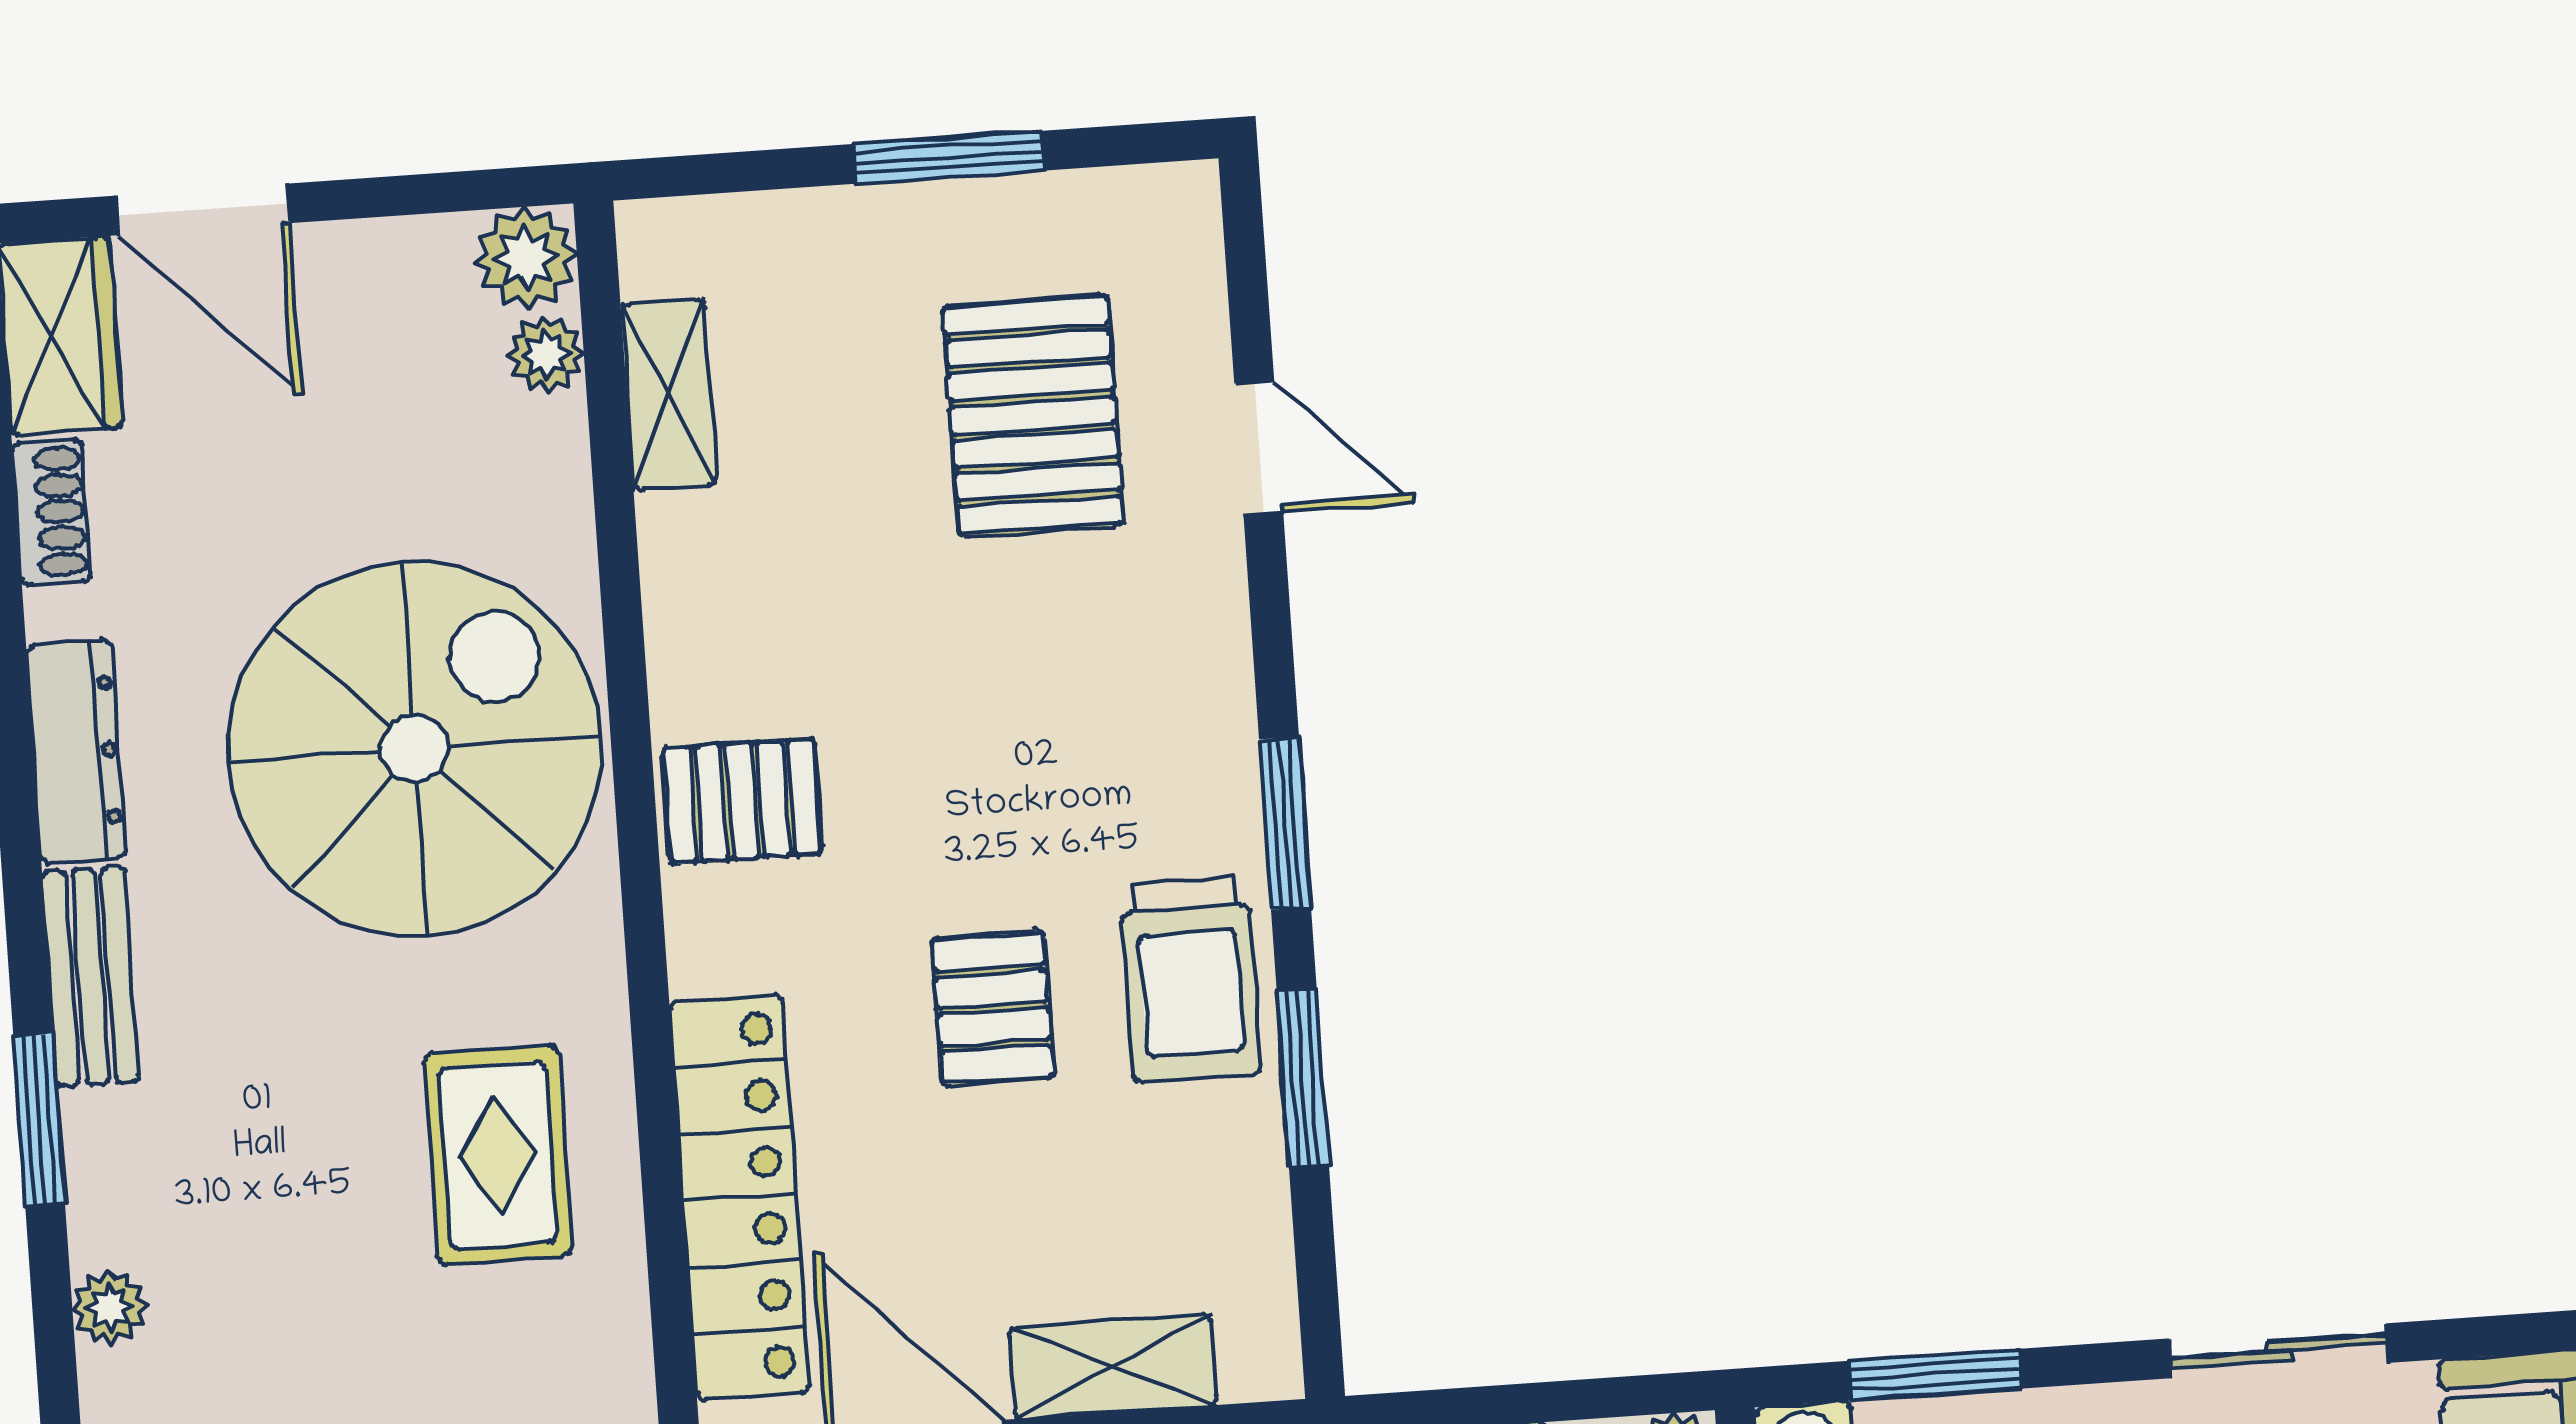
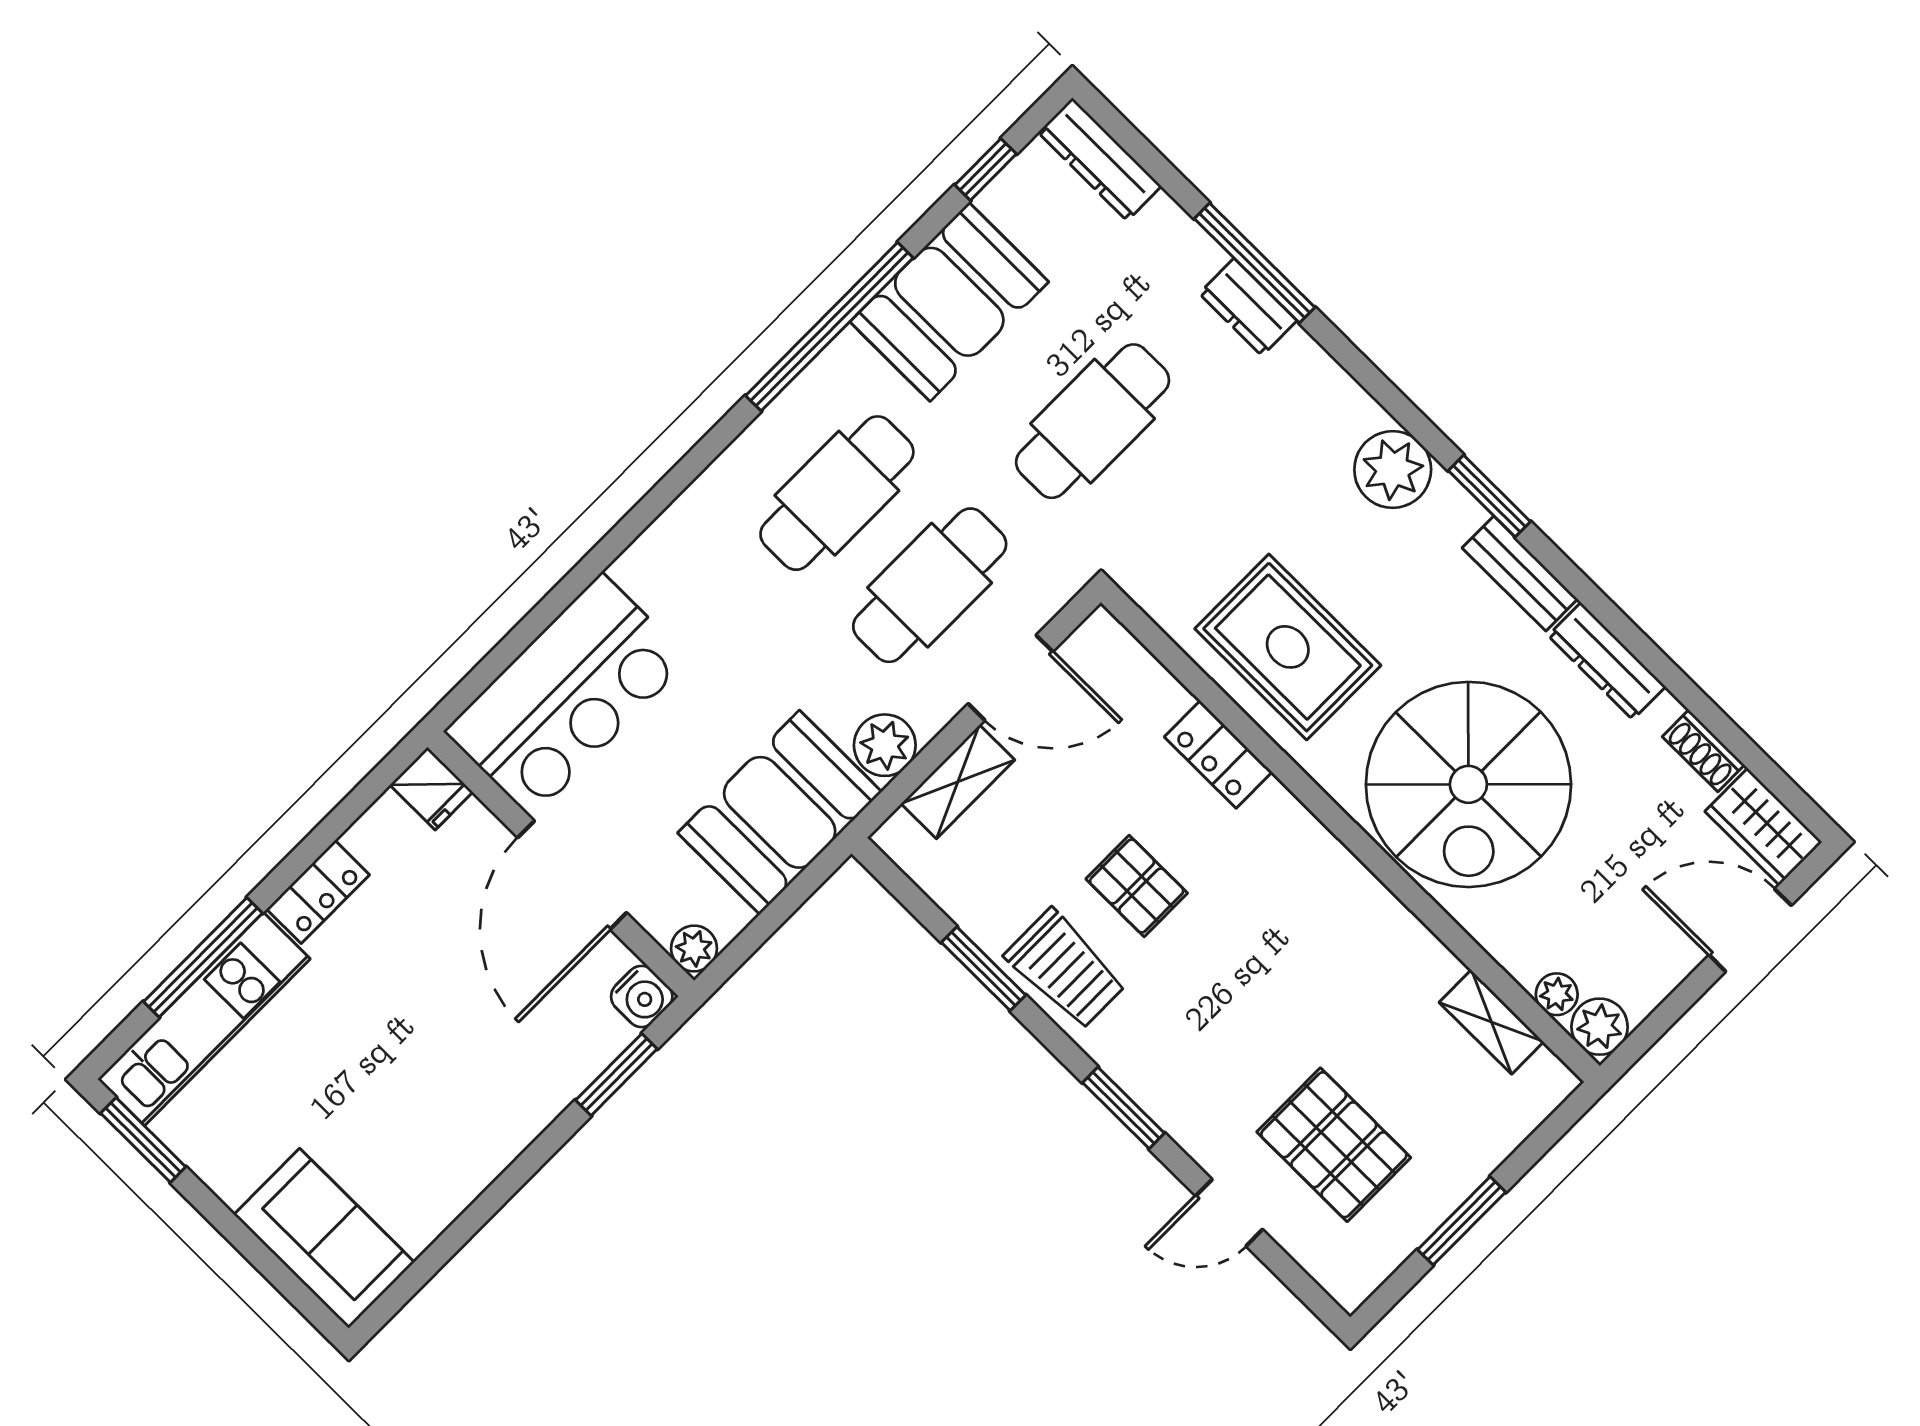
pallet: (742, 801) -> (1315, 881), removed
window: (1285, 823) -> (1124, 1108), moved
trolley: (1191, 979) -> (1066, 969), turned 180
rug: (498, 1155) -> (1288, 647), width x1.36, depth x1.43
locker: (740, 1197) -> (1218, 754), width x0.46, depth x0.83
plant: (110, 1307) -> (1393, 470), width x1.88, depth x1.88
sliding door: (2279, 1351) -> (483, 1209), removed

